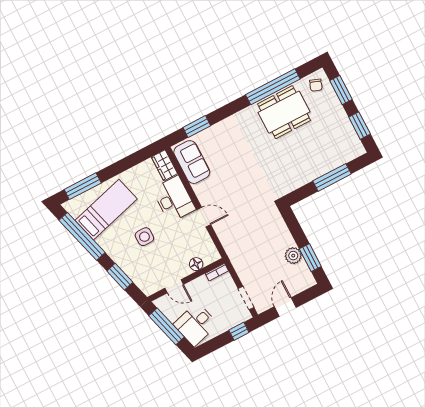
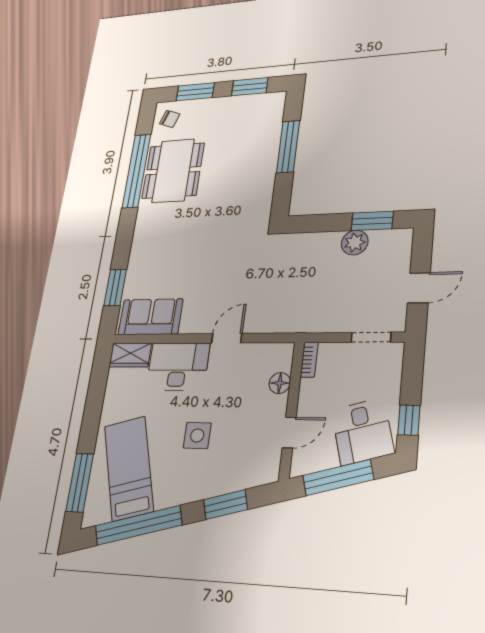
door: (285, 307) -> (419, 288), swing flipped
window: (239, 331) -> (409, 420), moved

